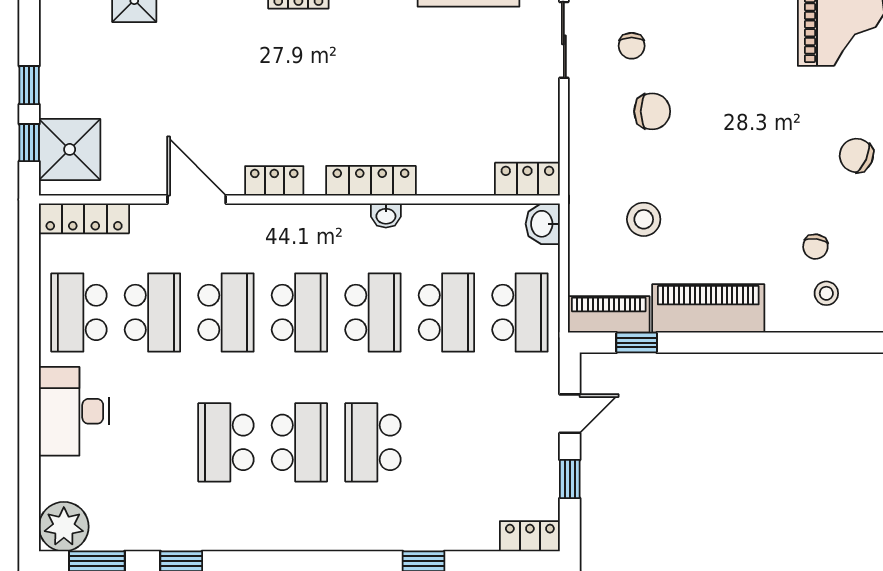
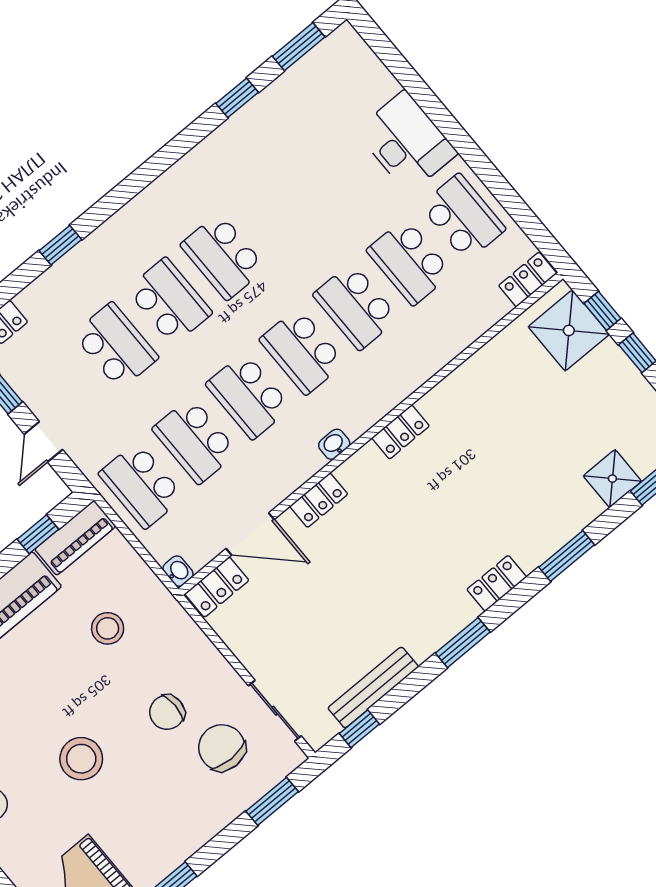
chair: (632, 46) -> (222, 748), width x1.87, depth x1.87
stool: (753, 132) -> (81, 759), added
locker: (371, 181) -> (319, 500), width x0.66
door: (197, 200) -> (250, 534), moved
washbasin: (386, 216) -> (334, 444), moved
locker: (84, 218) -> (528, 279), width x0.66
washbasin: (543, 224) -> (178, 571), width x0.72, depth x0.69
school desk: (226, 442) -> (116, 346), moved
plant: (64, 527) -> (344, 52), removed

